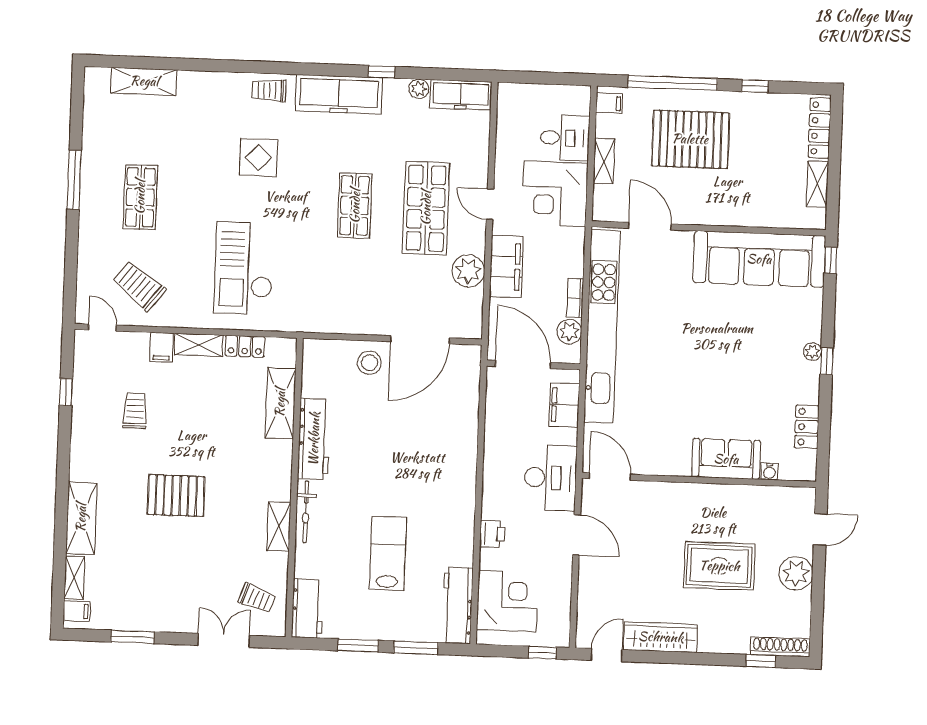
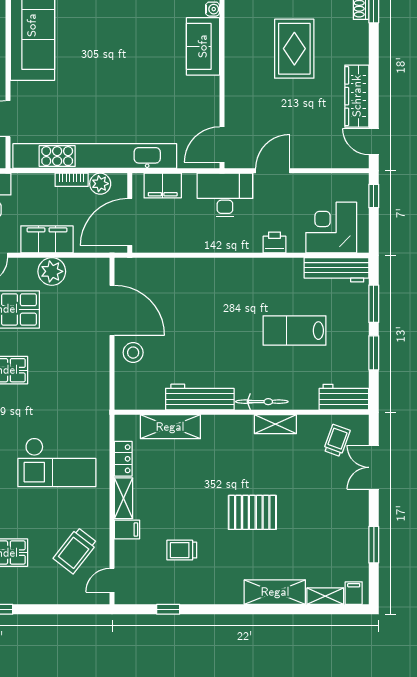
pallet: (176, 496) -> (252, 512), turned 90

